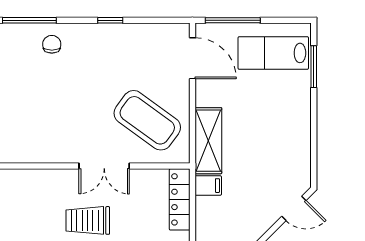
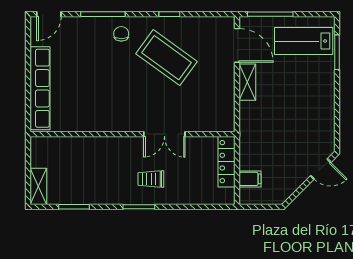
coffee table: (147, 120) -> (166, 58), moved
shelving: (208, 141) -> (247, 82), moved, width x0.67, depth x0.75
filing cabinet: (208, 186) -> (250, 179), moved
trolley: (88, 220) -> (151, 179), width x0.73, depth x0.72

